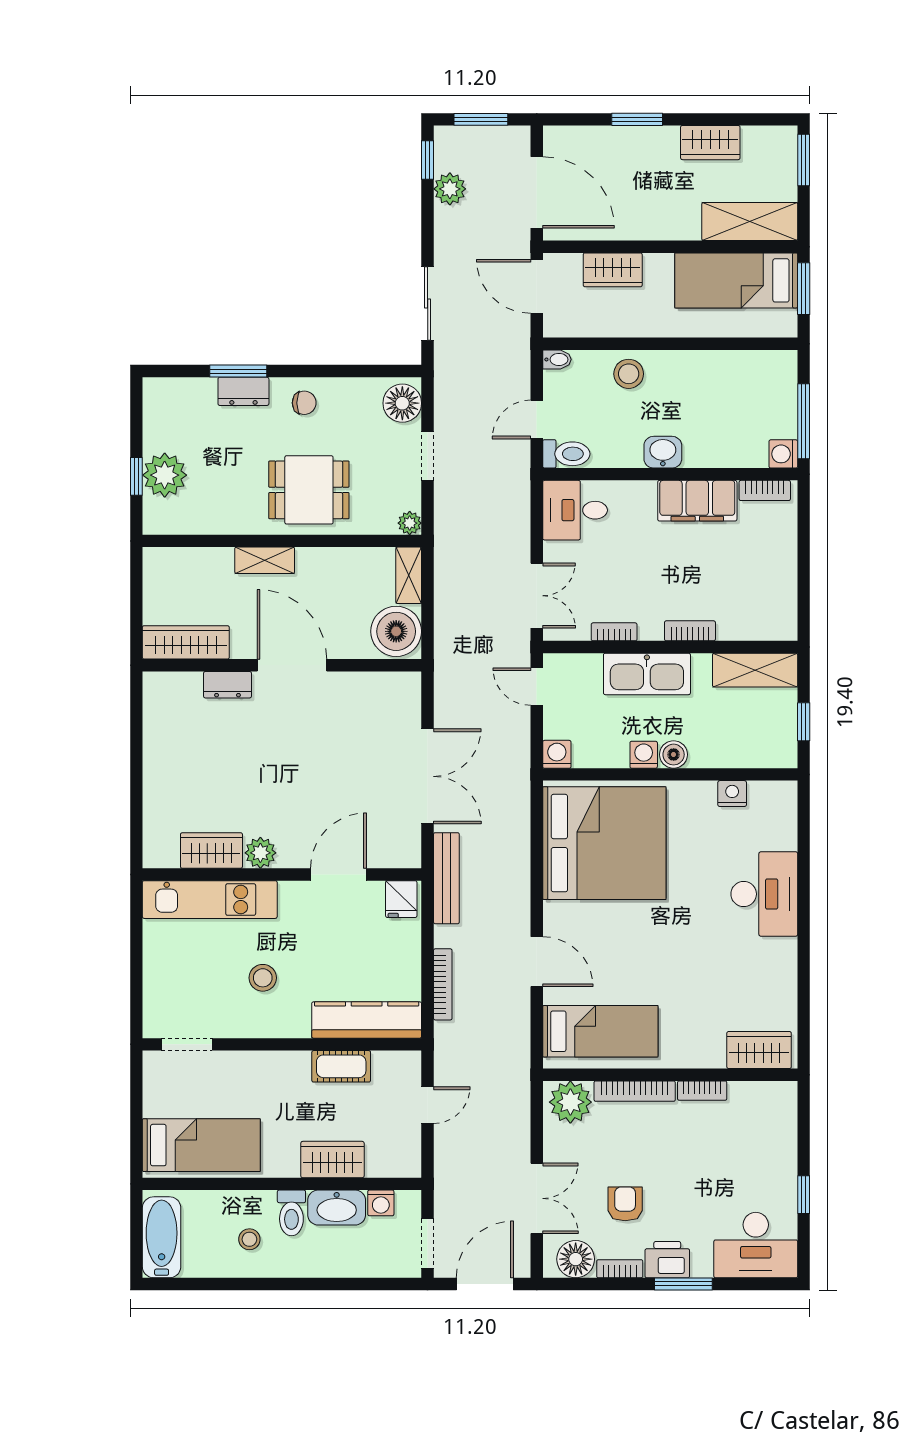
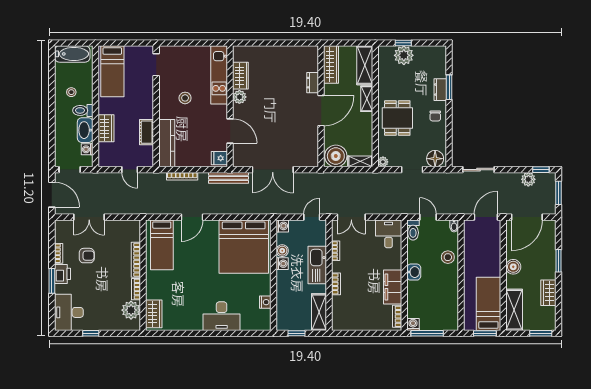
boiler: (651, 224) -> (513, 267), added
wardrobe: (613, 270) -> (493, 250), removed
shelving: (187, 565) -> (365, 65), added
boiler: (674, 755) -> (282, 251), moved
plant: (570, 1102) -> (131, 310), moved
floor lamp: (576, 1259) -> (63, 234), removed

